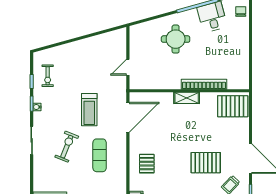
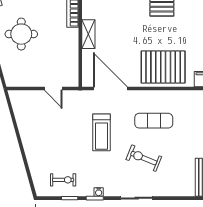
shelving: (187, 98) -> (88, 34), moved
treadmill: (89, 110) -> (102, 132), turned 90
pallet: (147, 164) -> (163, 67), width x2.05, depth x2.00

